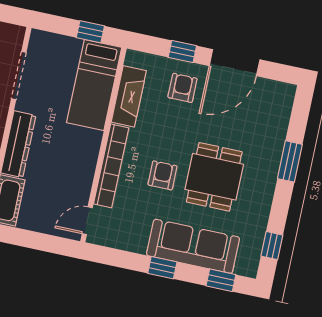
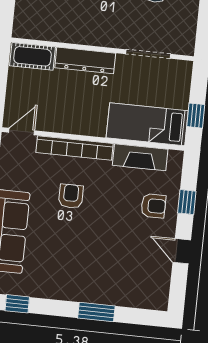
door: (235, 63) -> (182, 251), width x0.53
armchair: (162, 175) -> (71, 196), turned -90
dining table: (214, 177) -> (75, 244), removed
door: (87, 221) -> (22, 132), hinge flipped

